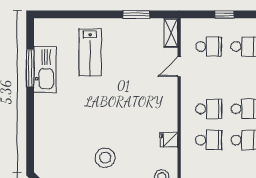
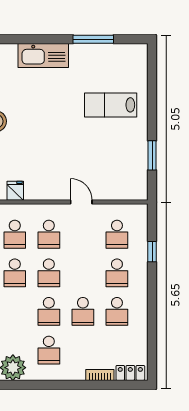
shelving: (171, 33) -> (132, 193), removed
door: (179, 67) -> (81, 202), moved
kitchen sink: (45, 70) -> (43, 55), moved

